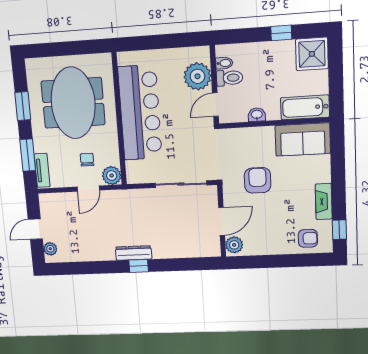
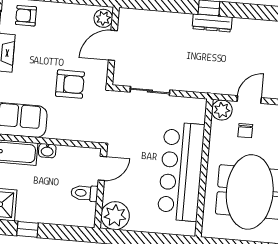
bidet: (224, 63) -> (88, 209), removed
plant: (197, 76) -> (115, 216), moved
washbasin: (257, 115) -> (47, 151), moved
armchair: (258, 180) -> (70, 84), turned -90
sliding door: (181, 184) -> (150, 91), width x0.73

